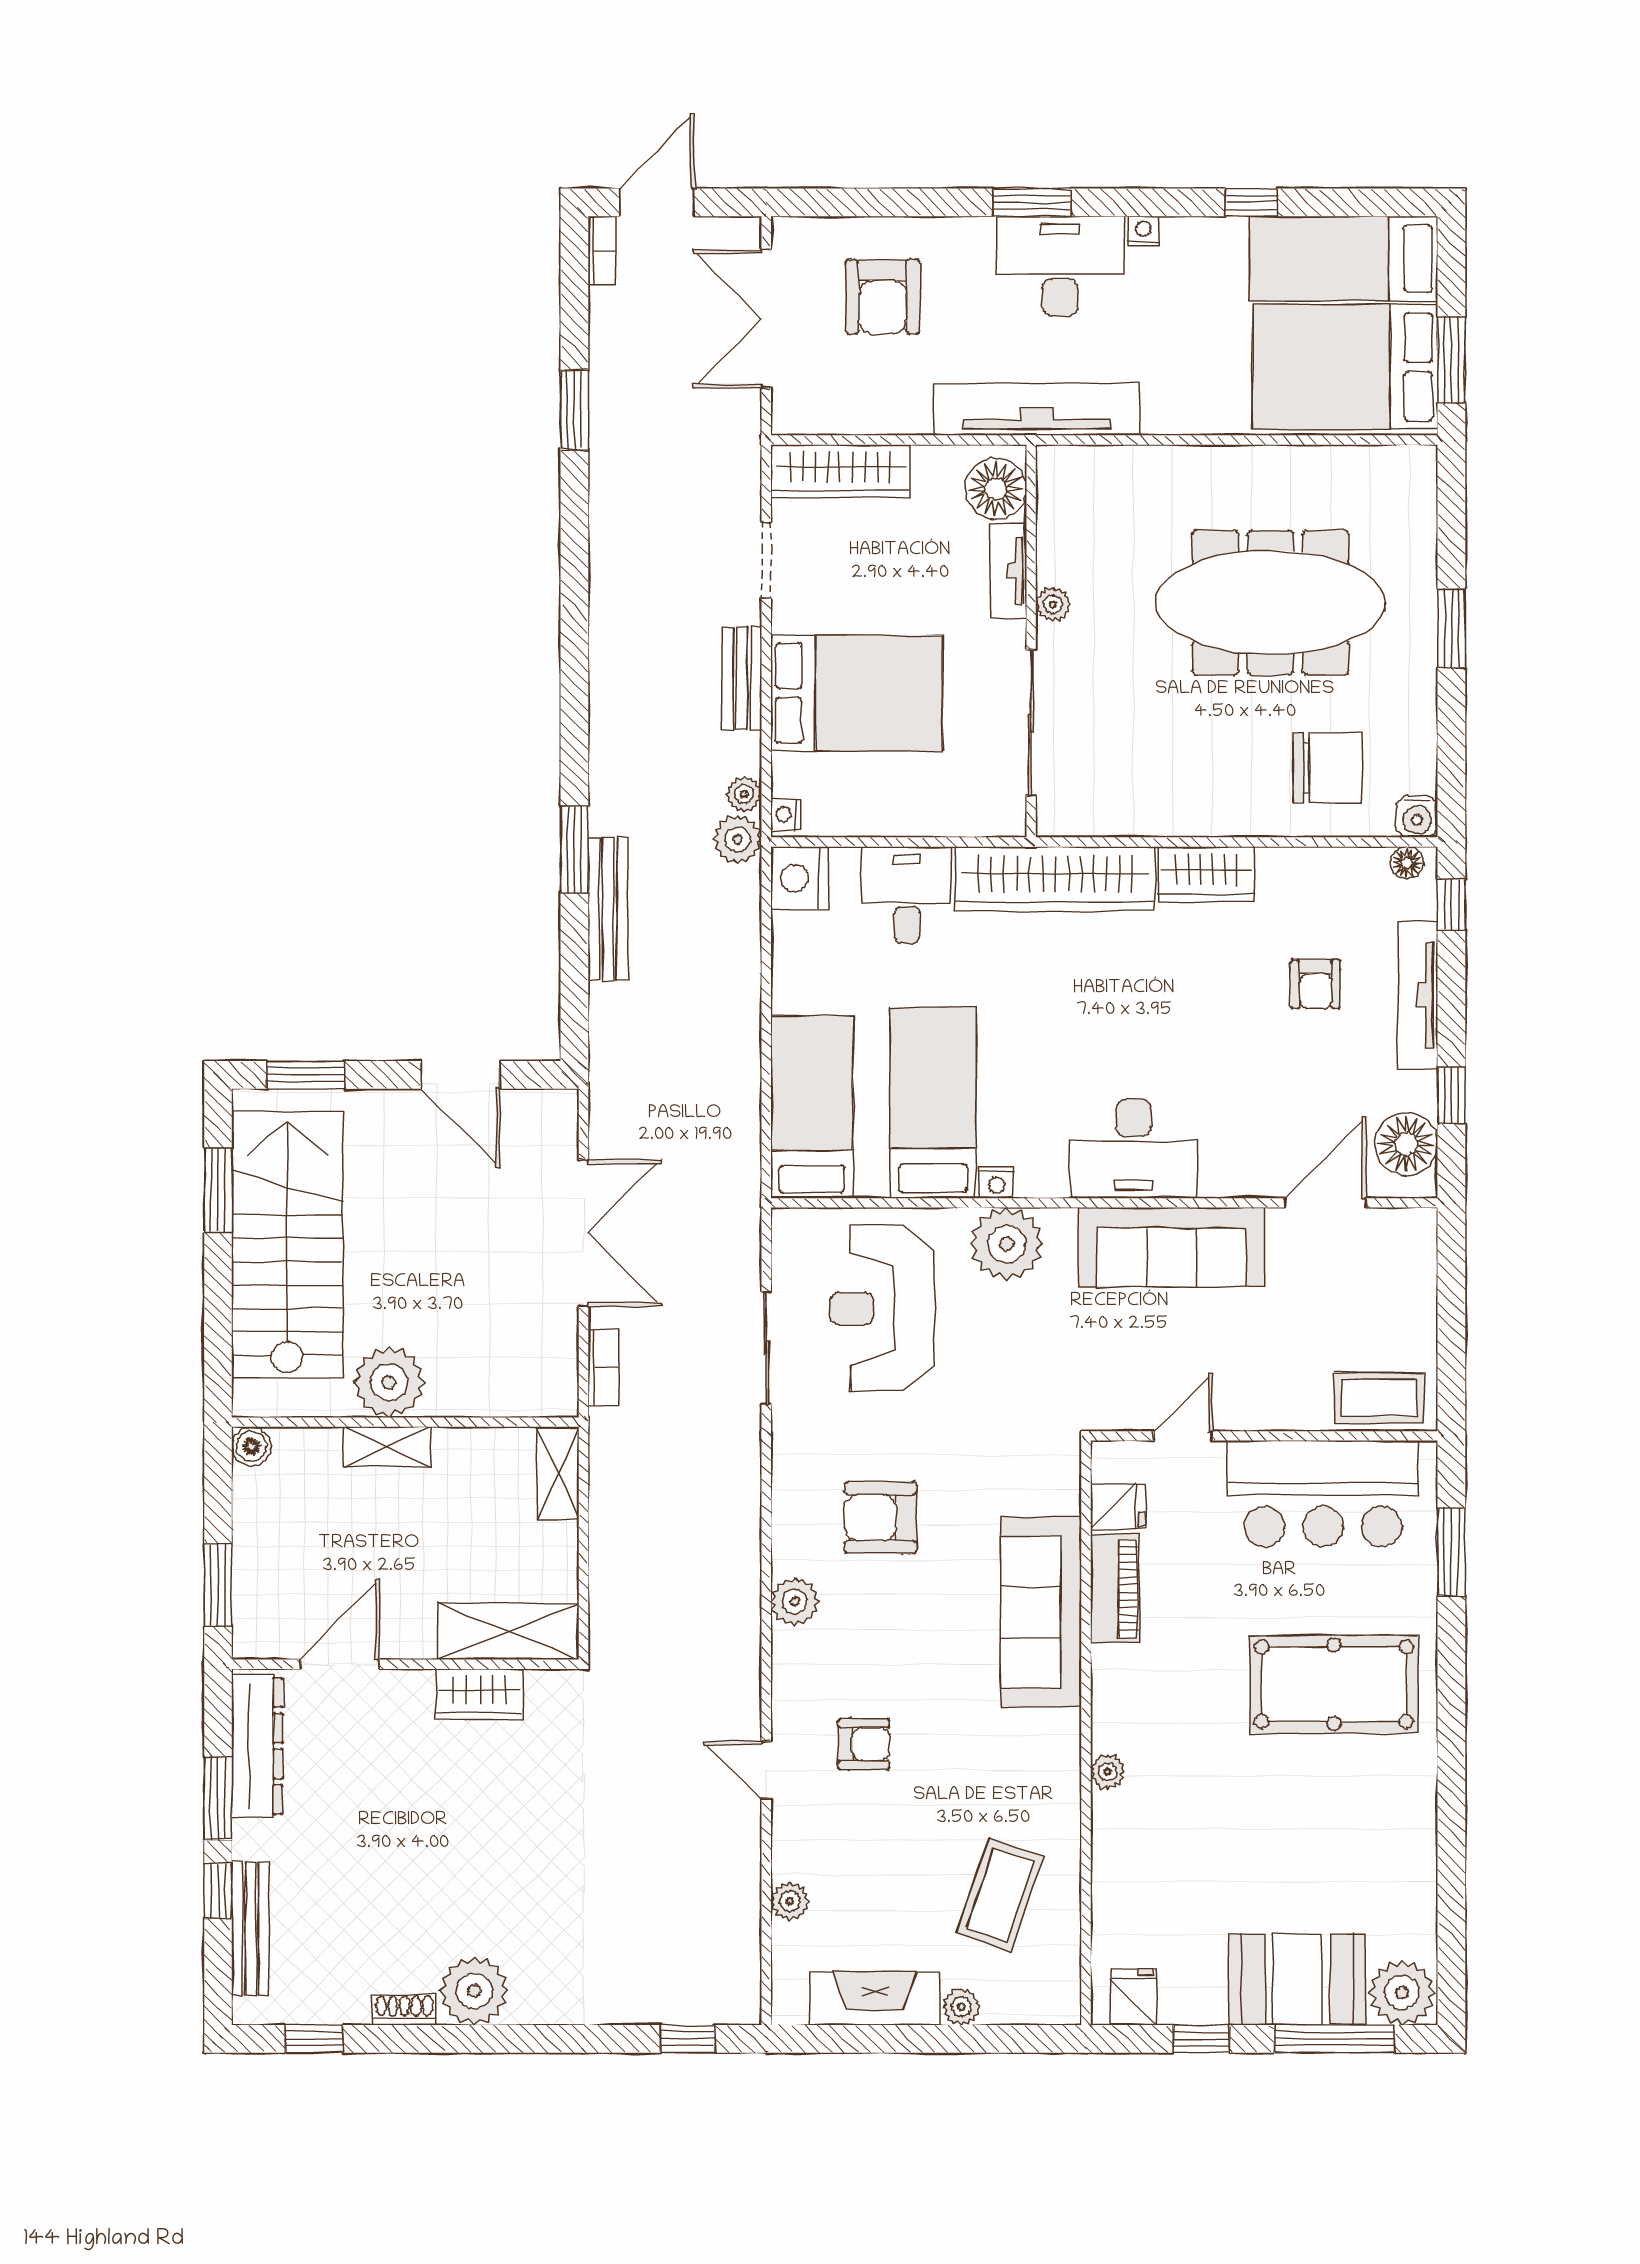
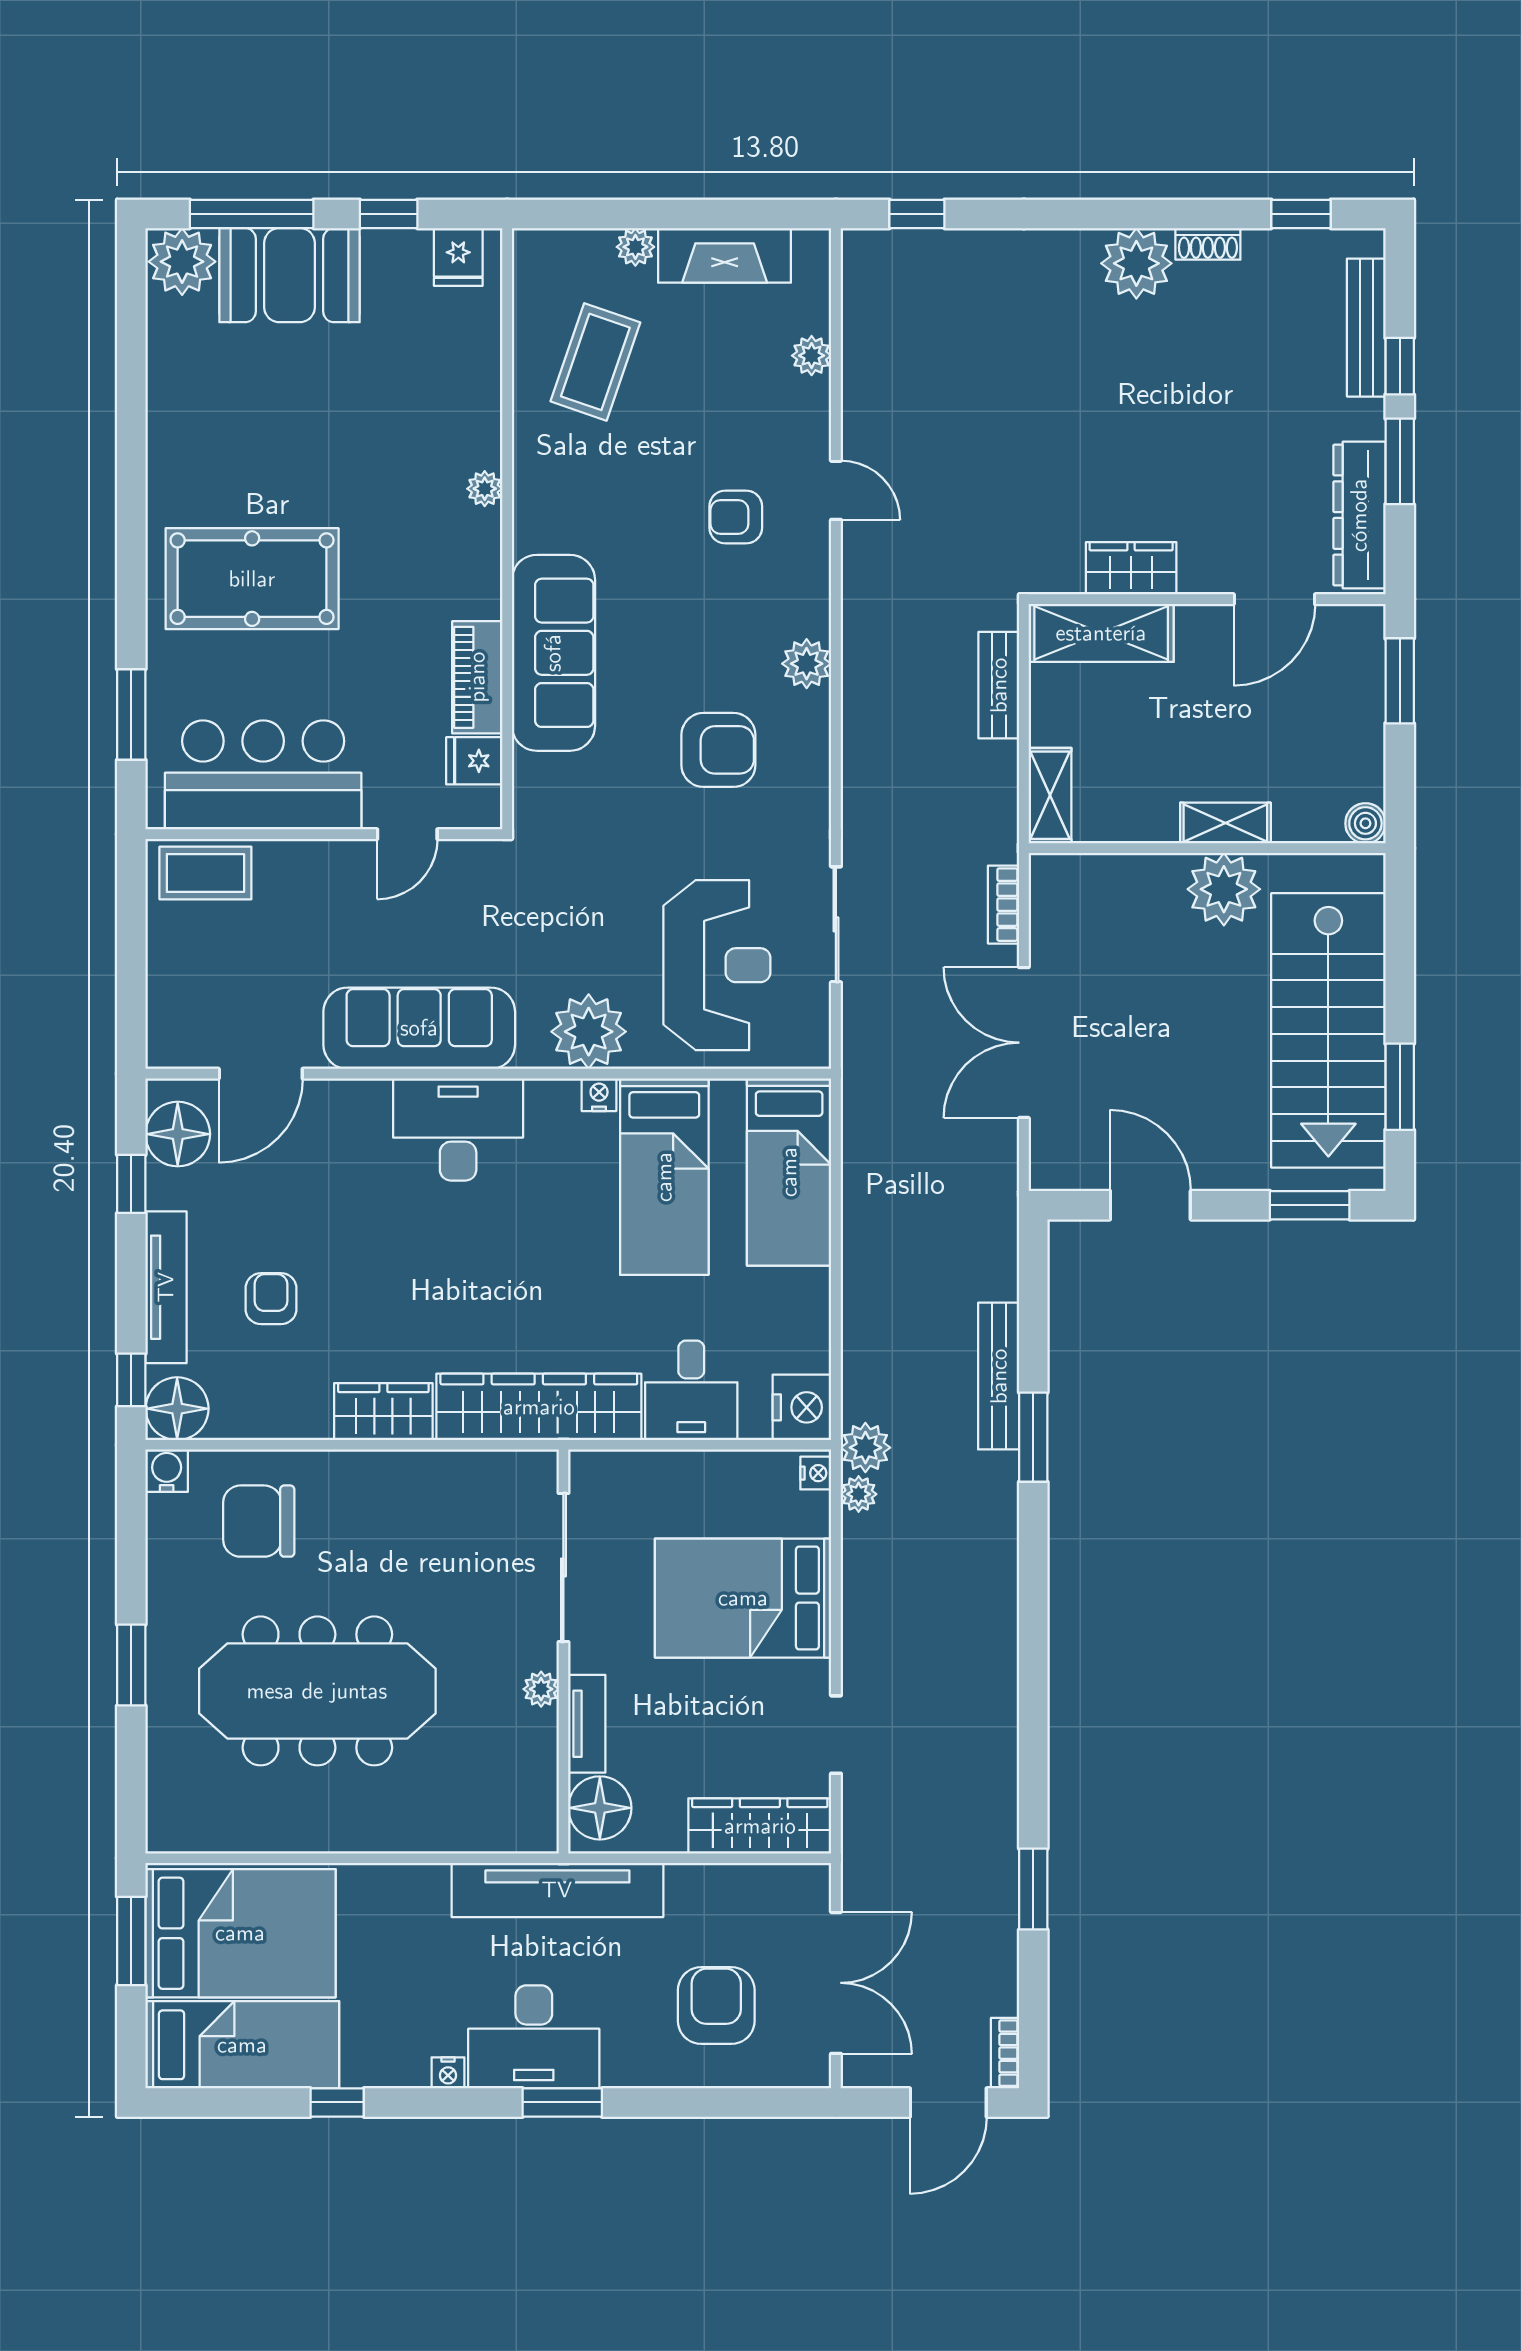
bench: (742, 678) -> (999, 685), moved
floor lamp: (1407, 863) -> (177, 1409), width x1.89, depth x1.89

